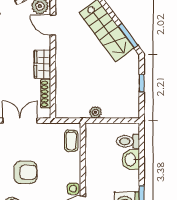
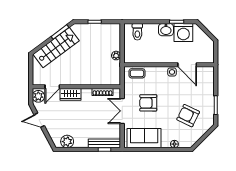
wardrobe: (42, 64) -> (71, 94), moved
washbasin: (131, 160) -> (166, 30), moved
armchair: (25, 172) -> (148, 103), moved, turned -90

